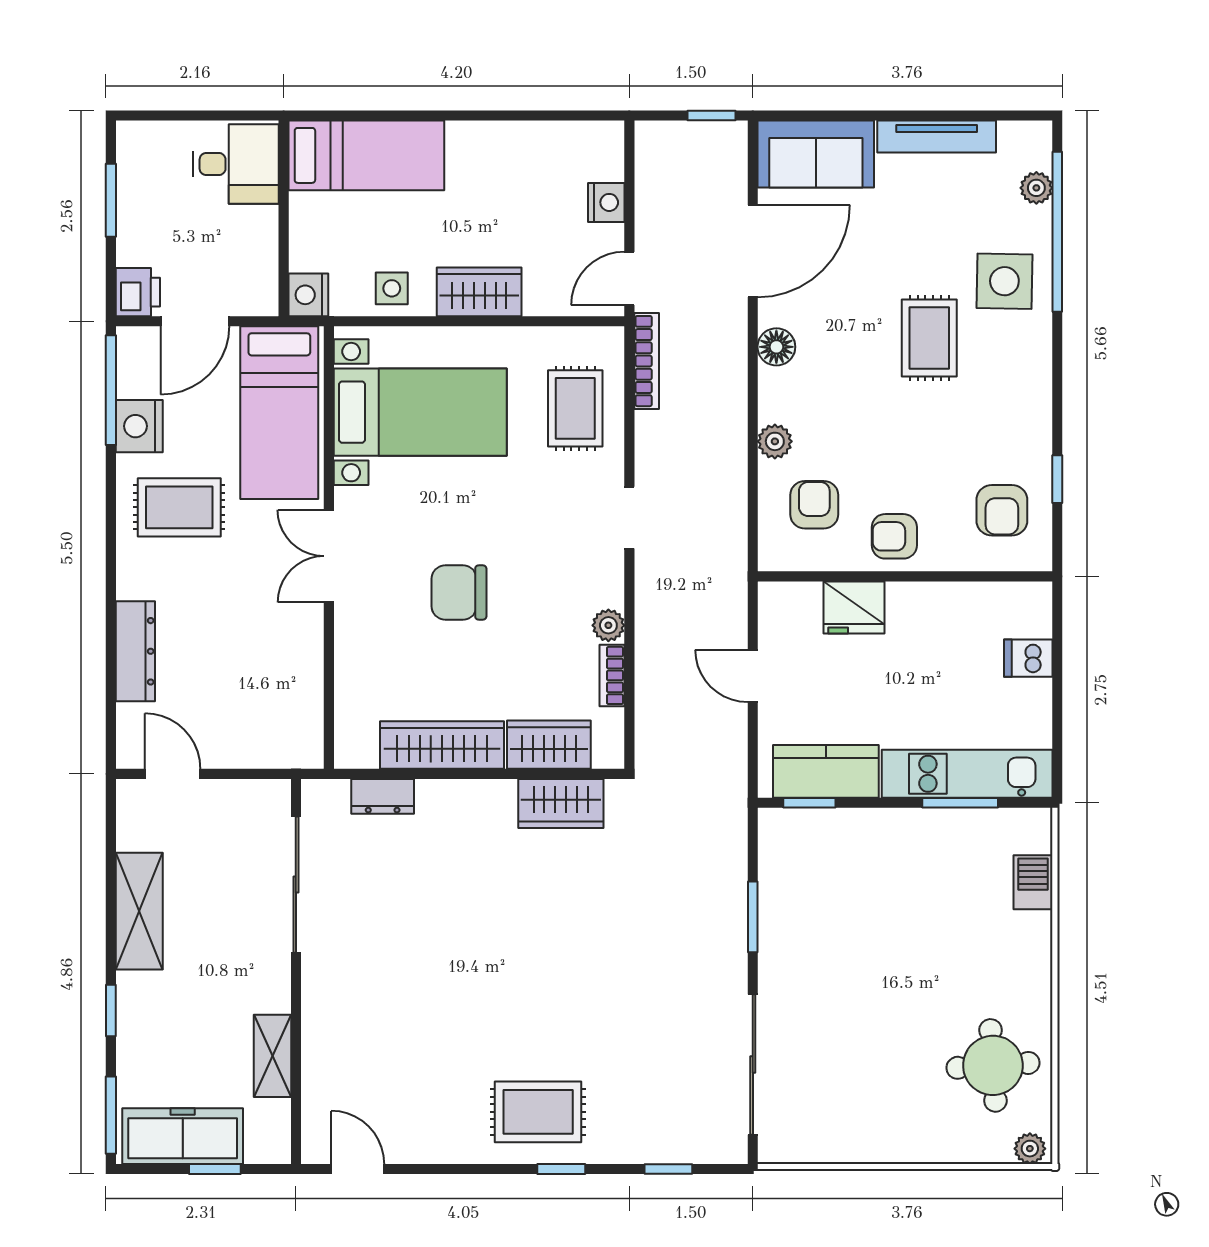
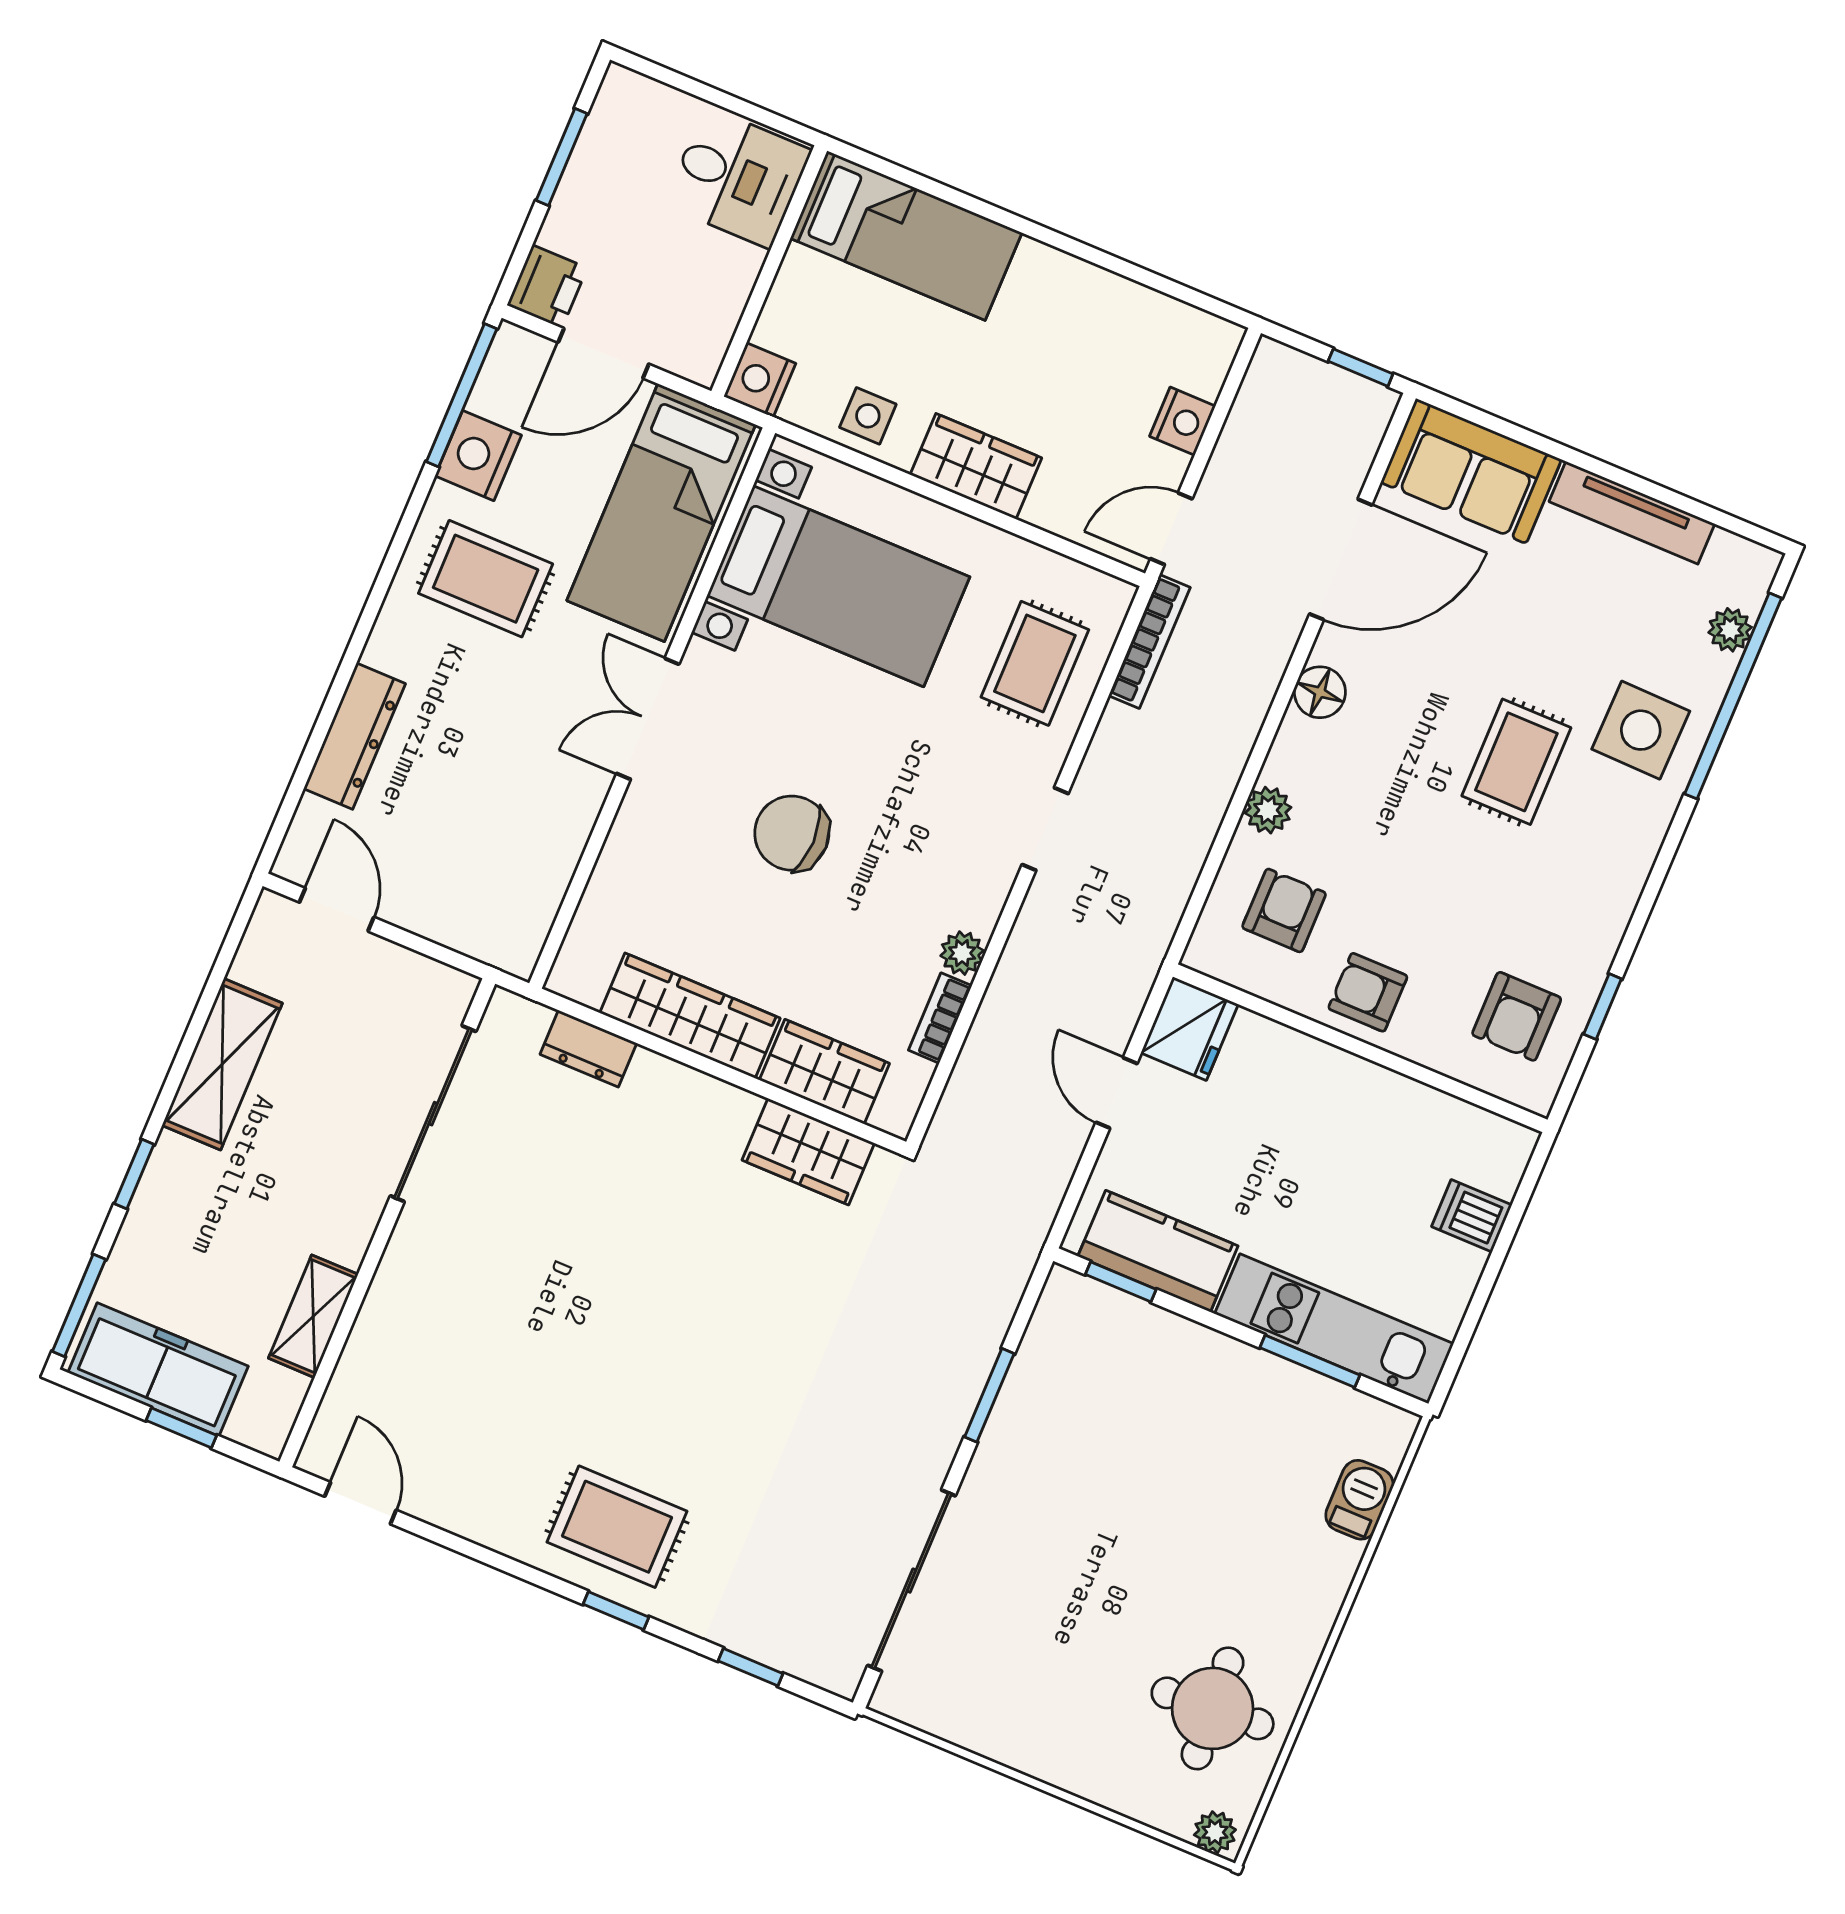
fridge: (854, 607) -> (1189, 1029), moved, turned -90

